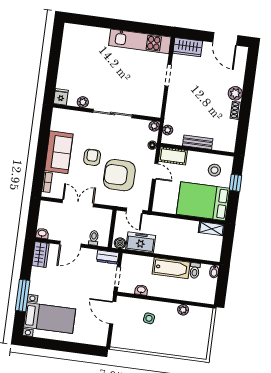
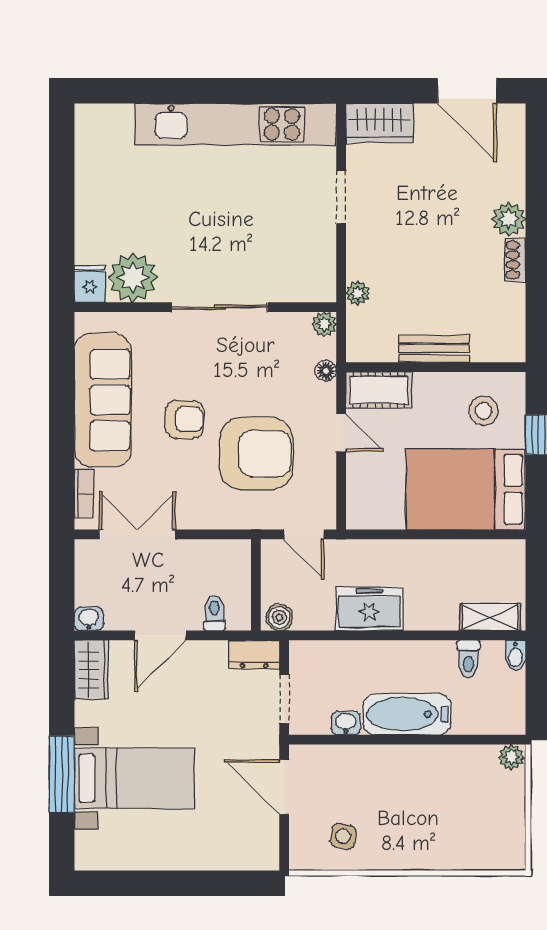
kitchen unit: (140, 41) -> (236, 124), width x1.36
plant: (83, 102) -> (133, 278), width x1.87, depth x1.87
plant: (168, 130) -> (358, 293), moved
sofa: (59, 152) -> (103, 400), width x1.36
armchair: (92, 157) -> (185, 419), turned 90
armchair: (119, 175) -> (256, 453), turned 180
double door: (78, 203) -> (137, 534), moved
shelving: (212, 229) -> (490, 617), moved
freezer: (141, 242) -> (369, 609), moved
bathtub: (171, 268) -> (407, 714), moved, turned 180
plant: (183, 310) -> (511, 757), moved
bed with nightstands: (50, 318) -> (134, 778), moved
side table: (149, 318) -> (343, 836), moved

